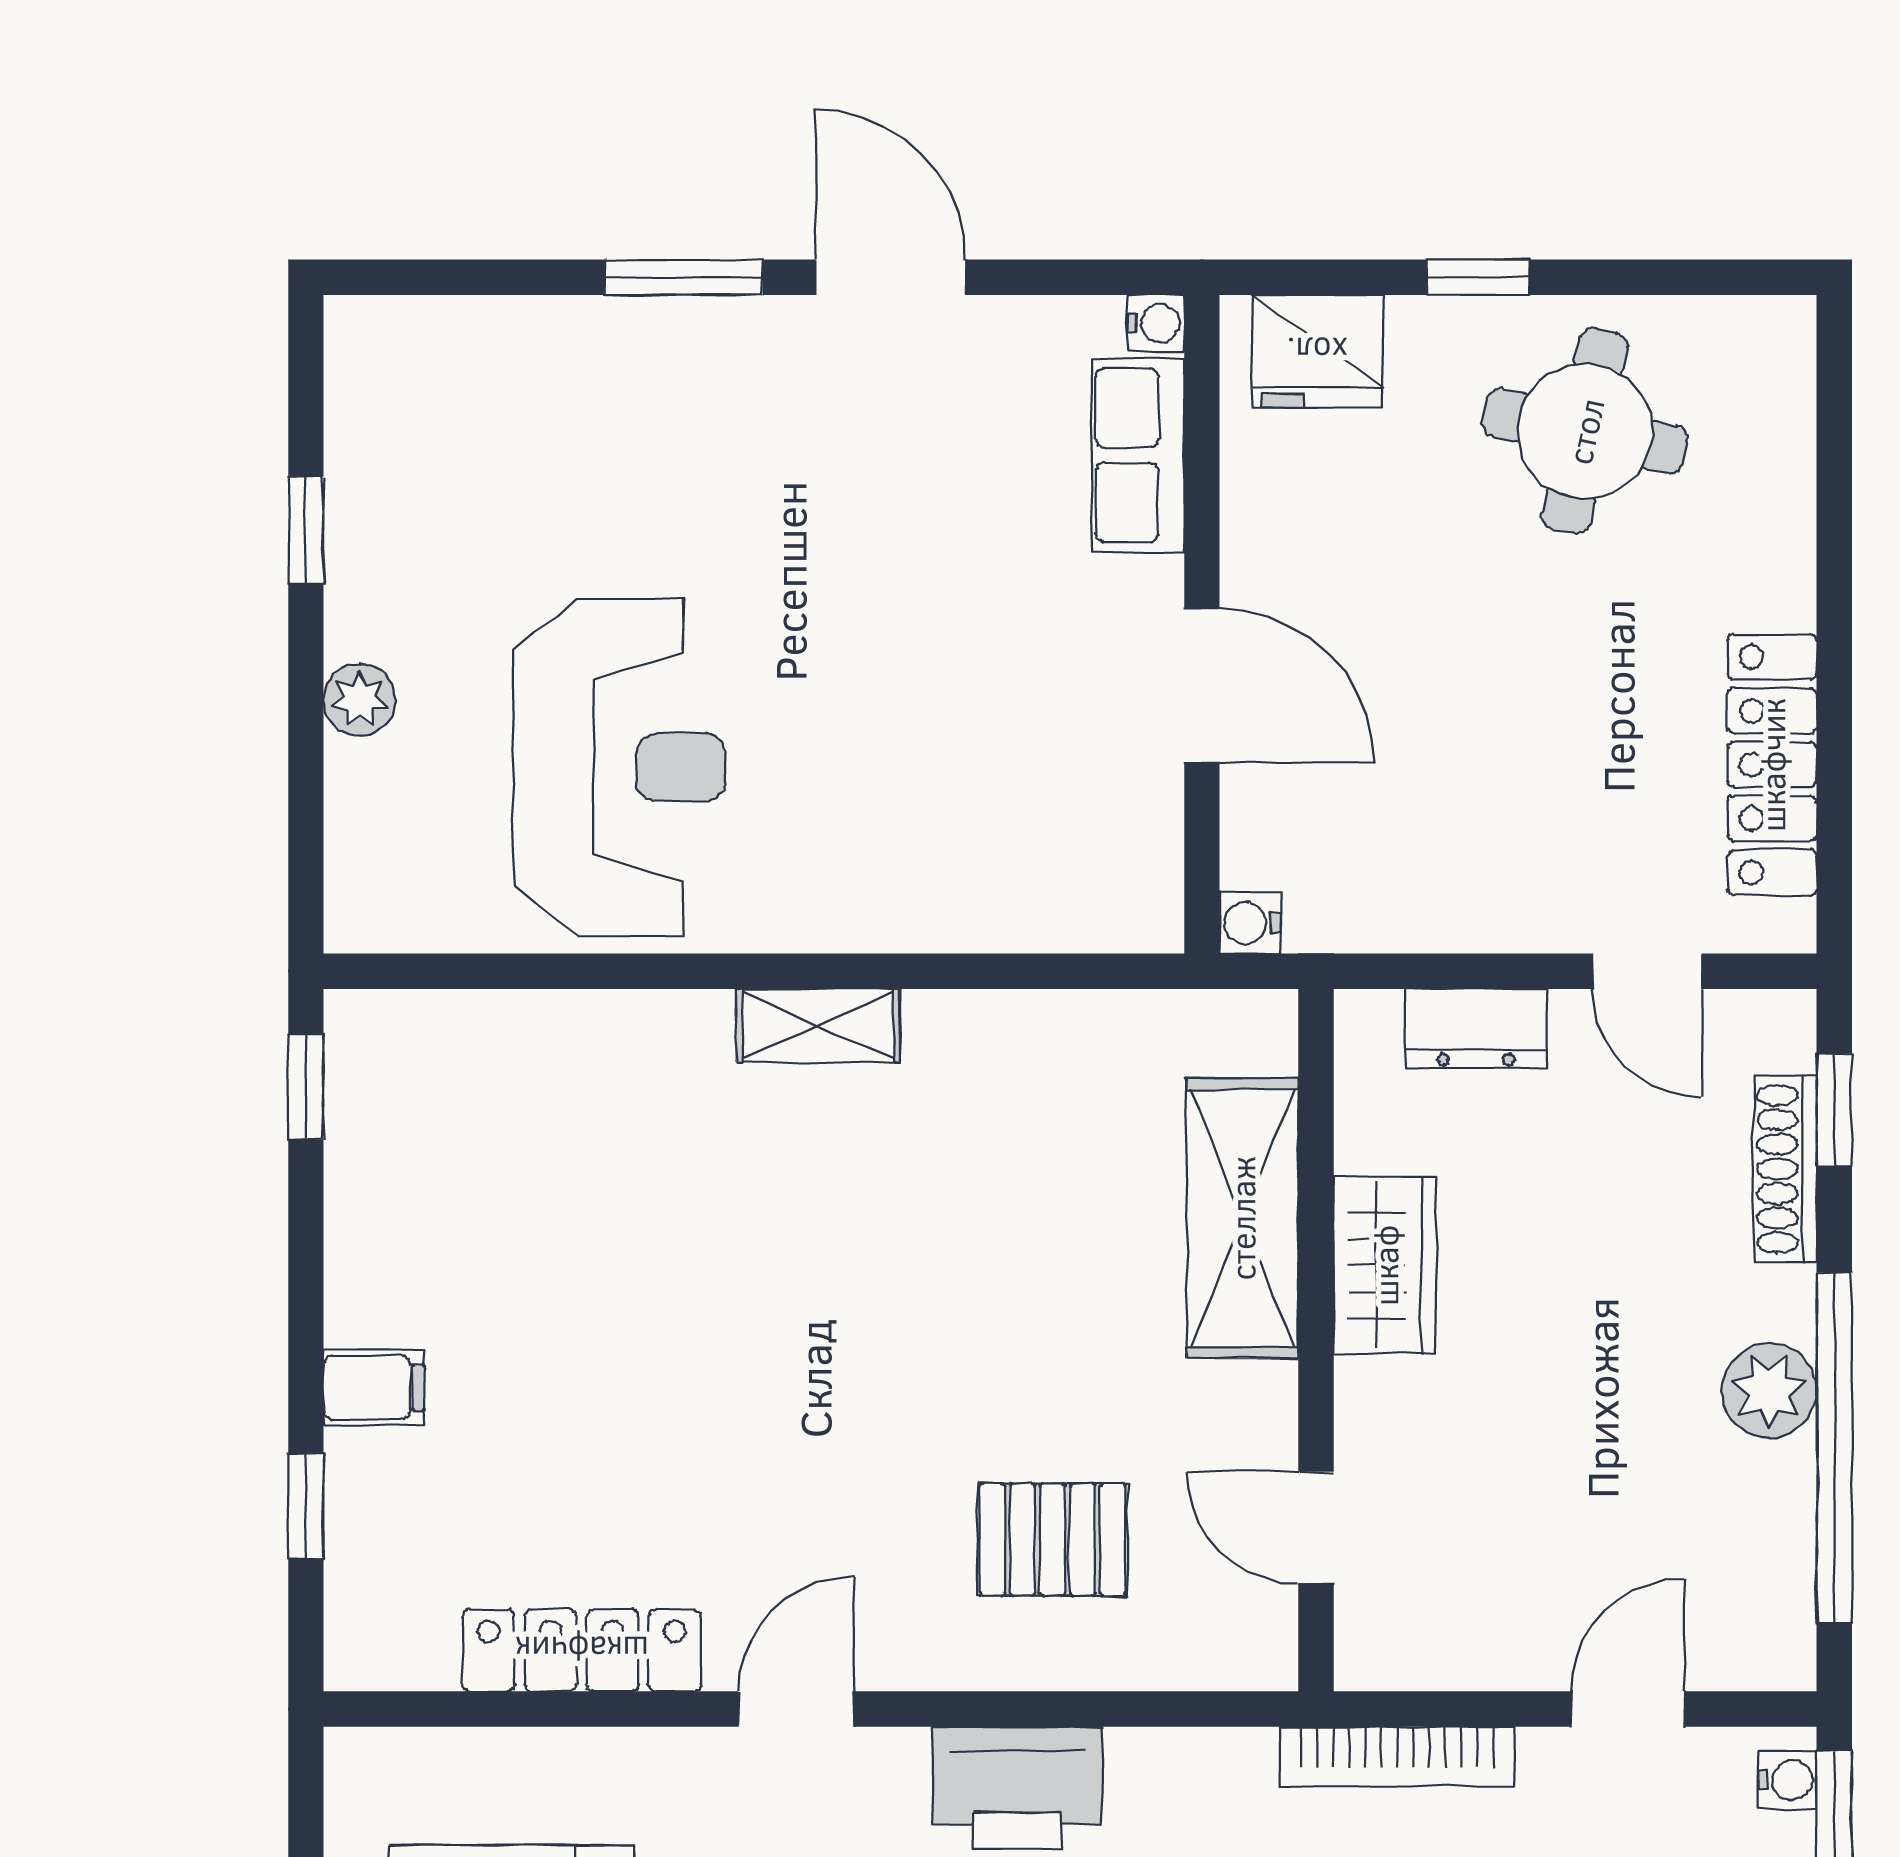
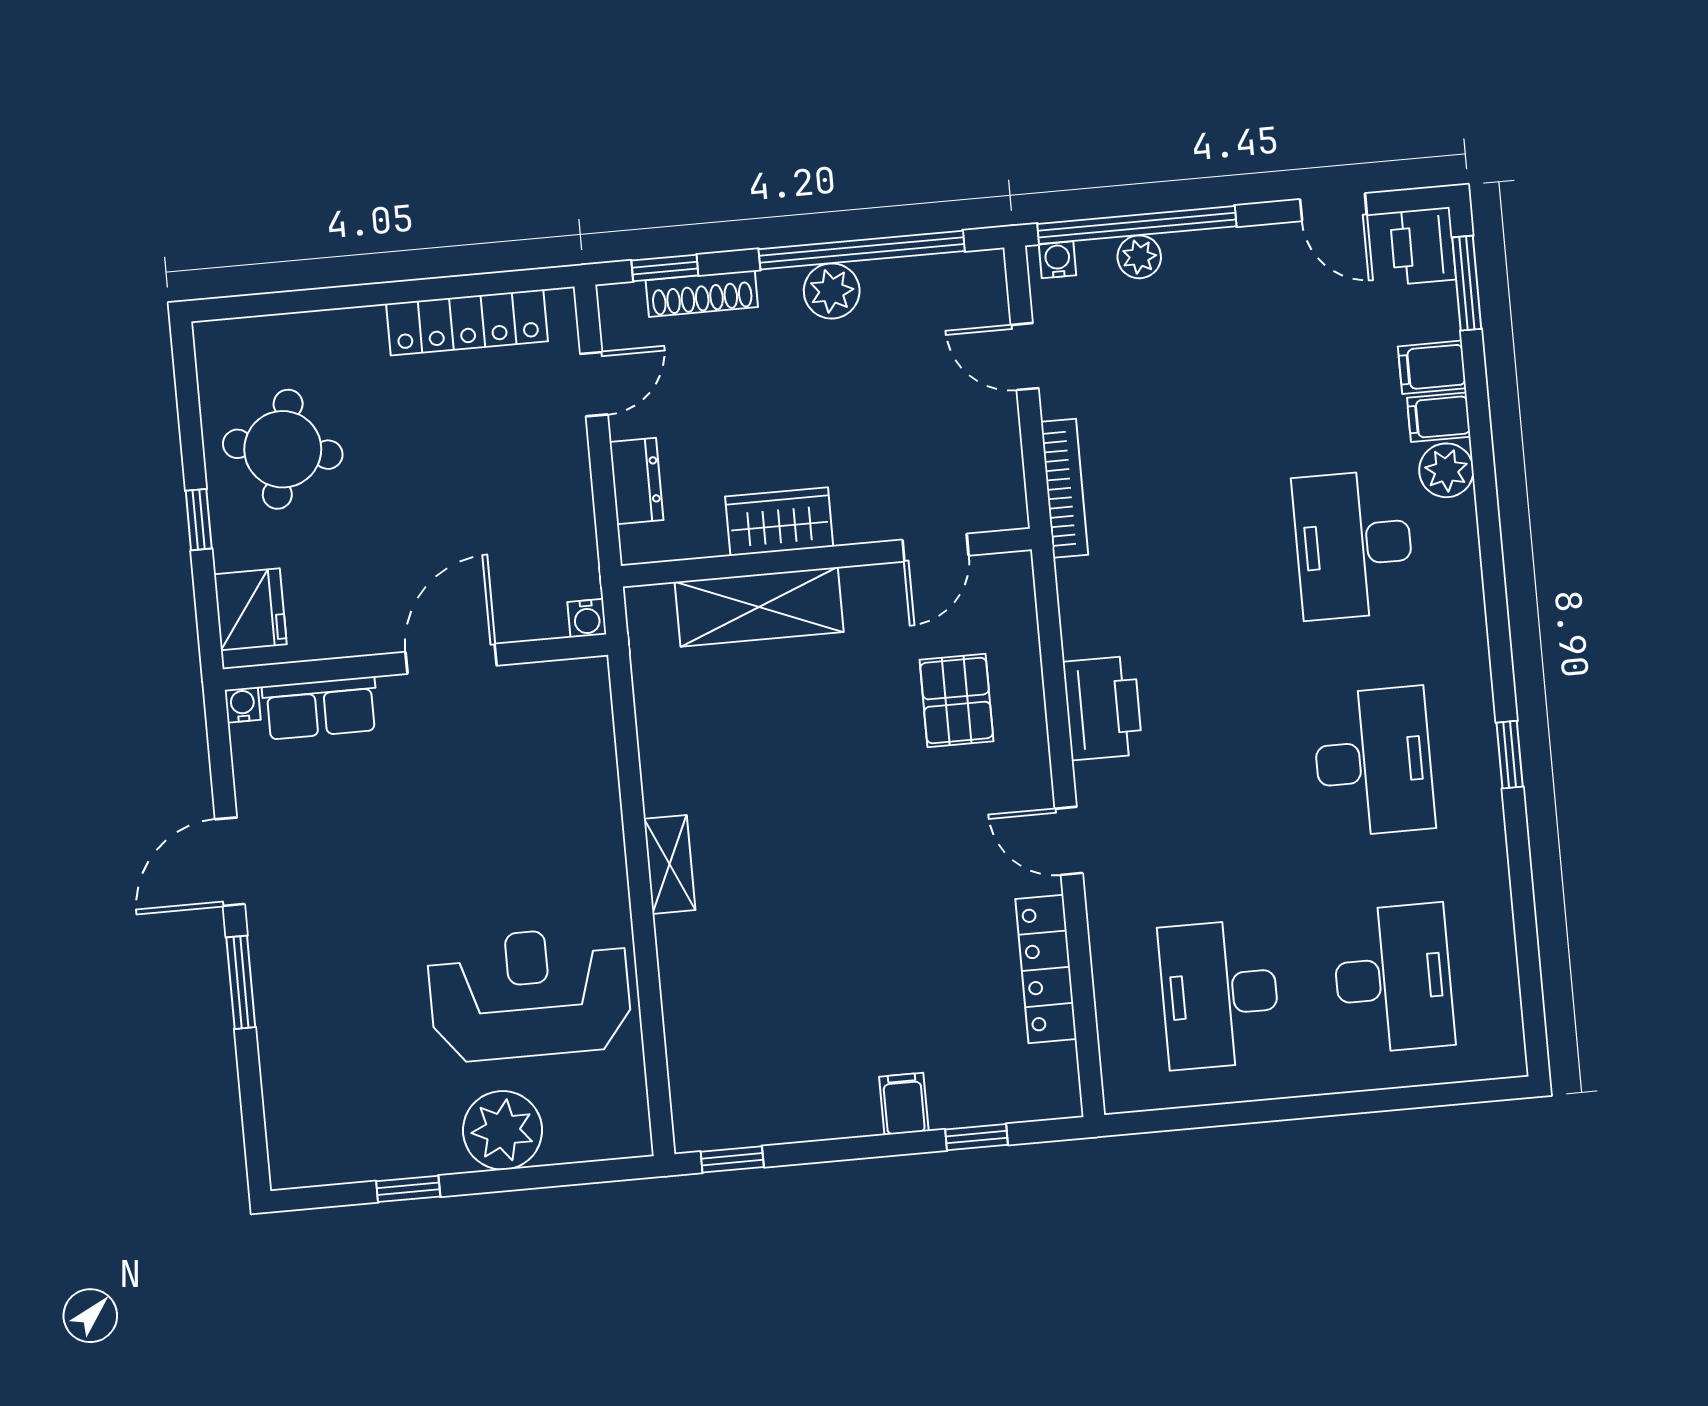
plant: (359, 700) -> (503, 1130), width x1.87, depth x1.87

